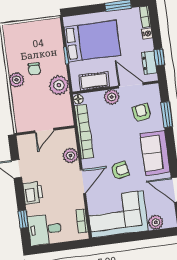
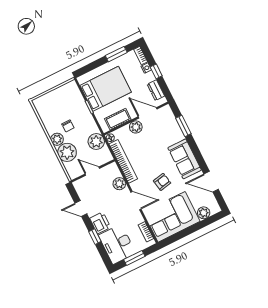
window: (159, 57) -> (156, 71), moved
plant: (59, 85) -> (96, 142), moved
plant: (23, 99) -> (67, 152), added
armchair: (142, 113) -> (163, 131), removed
door: (44, 131) -> (92, 171), swing flipped
door: (83, 182) -> (136, 201), hinge flipped
window: (23, 219) -> (95, 237), moved
desk: (45, 229) -> (117, 244), width x1.37
window: (58, 247) -> (134, 258), added

